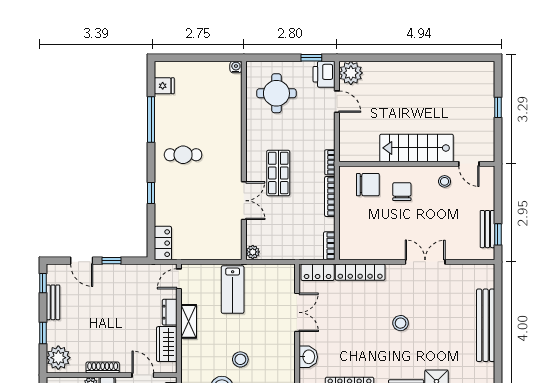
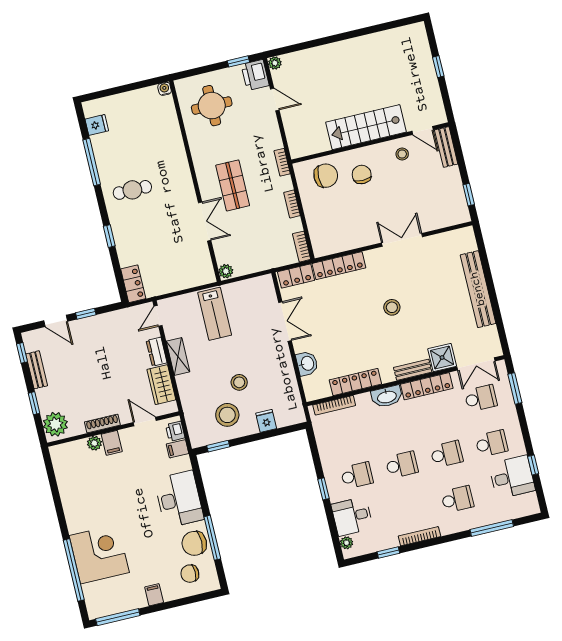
plant: (351, 73) -> (275, 63), width x0.53, depth x0.53
bookcase: (330, 196) -> (292, 204), width x0.64
bench: (487, 229) -> (446, 147), moved

